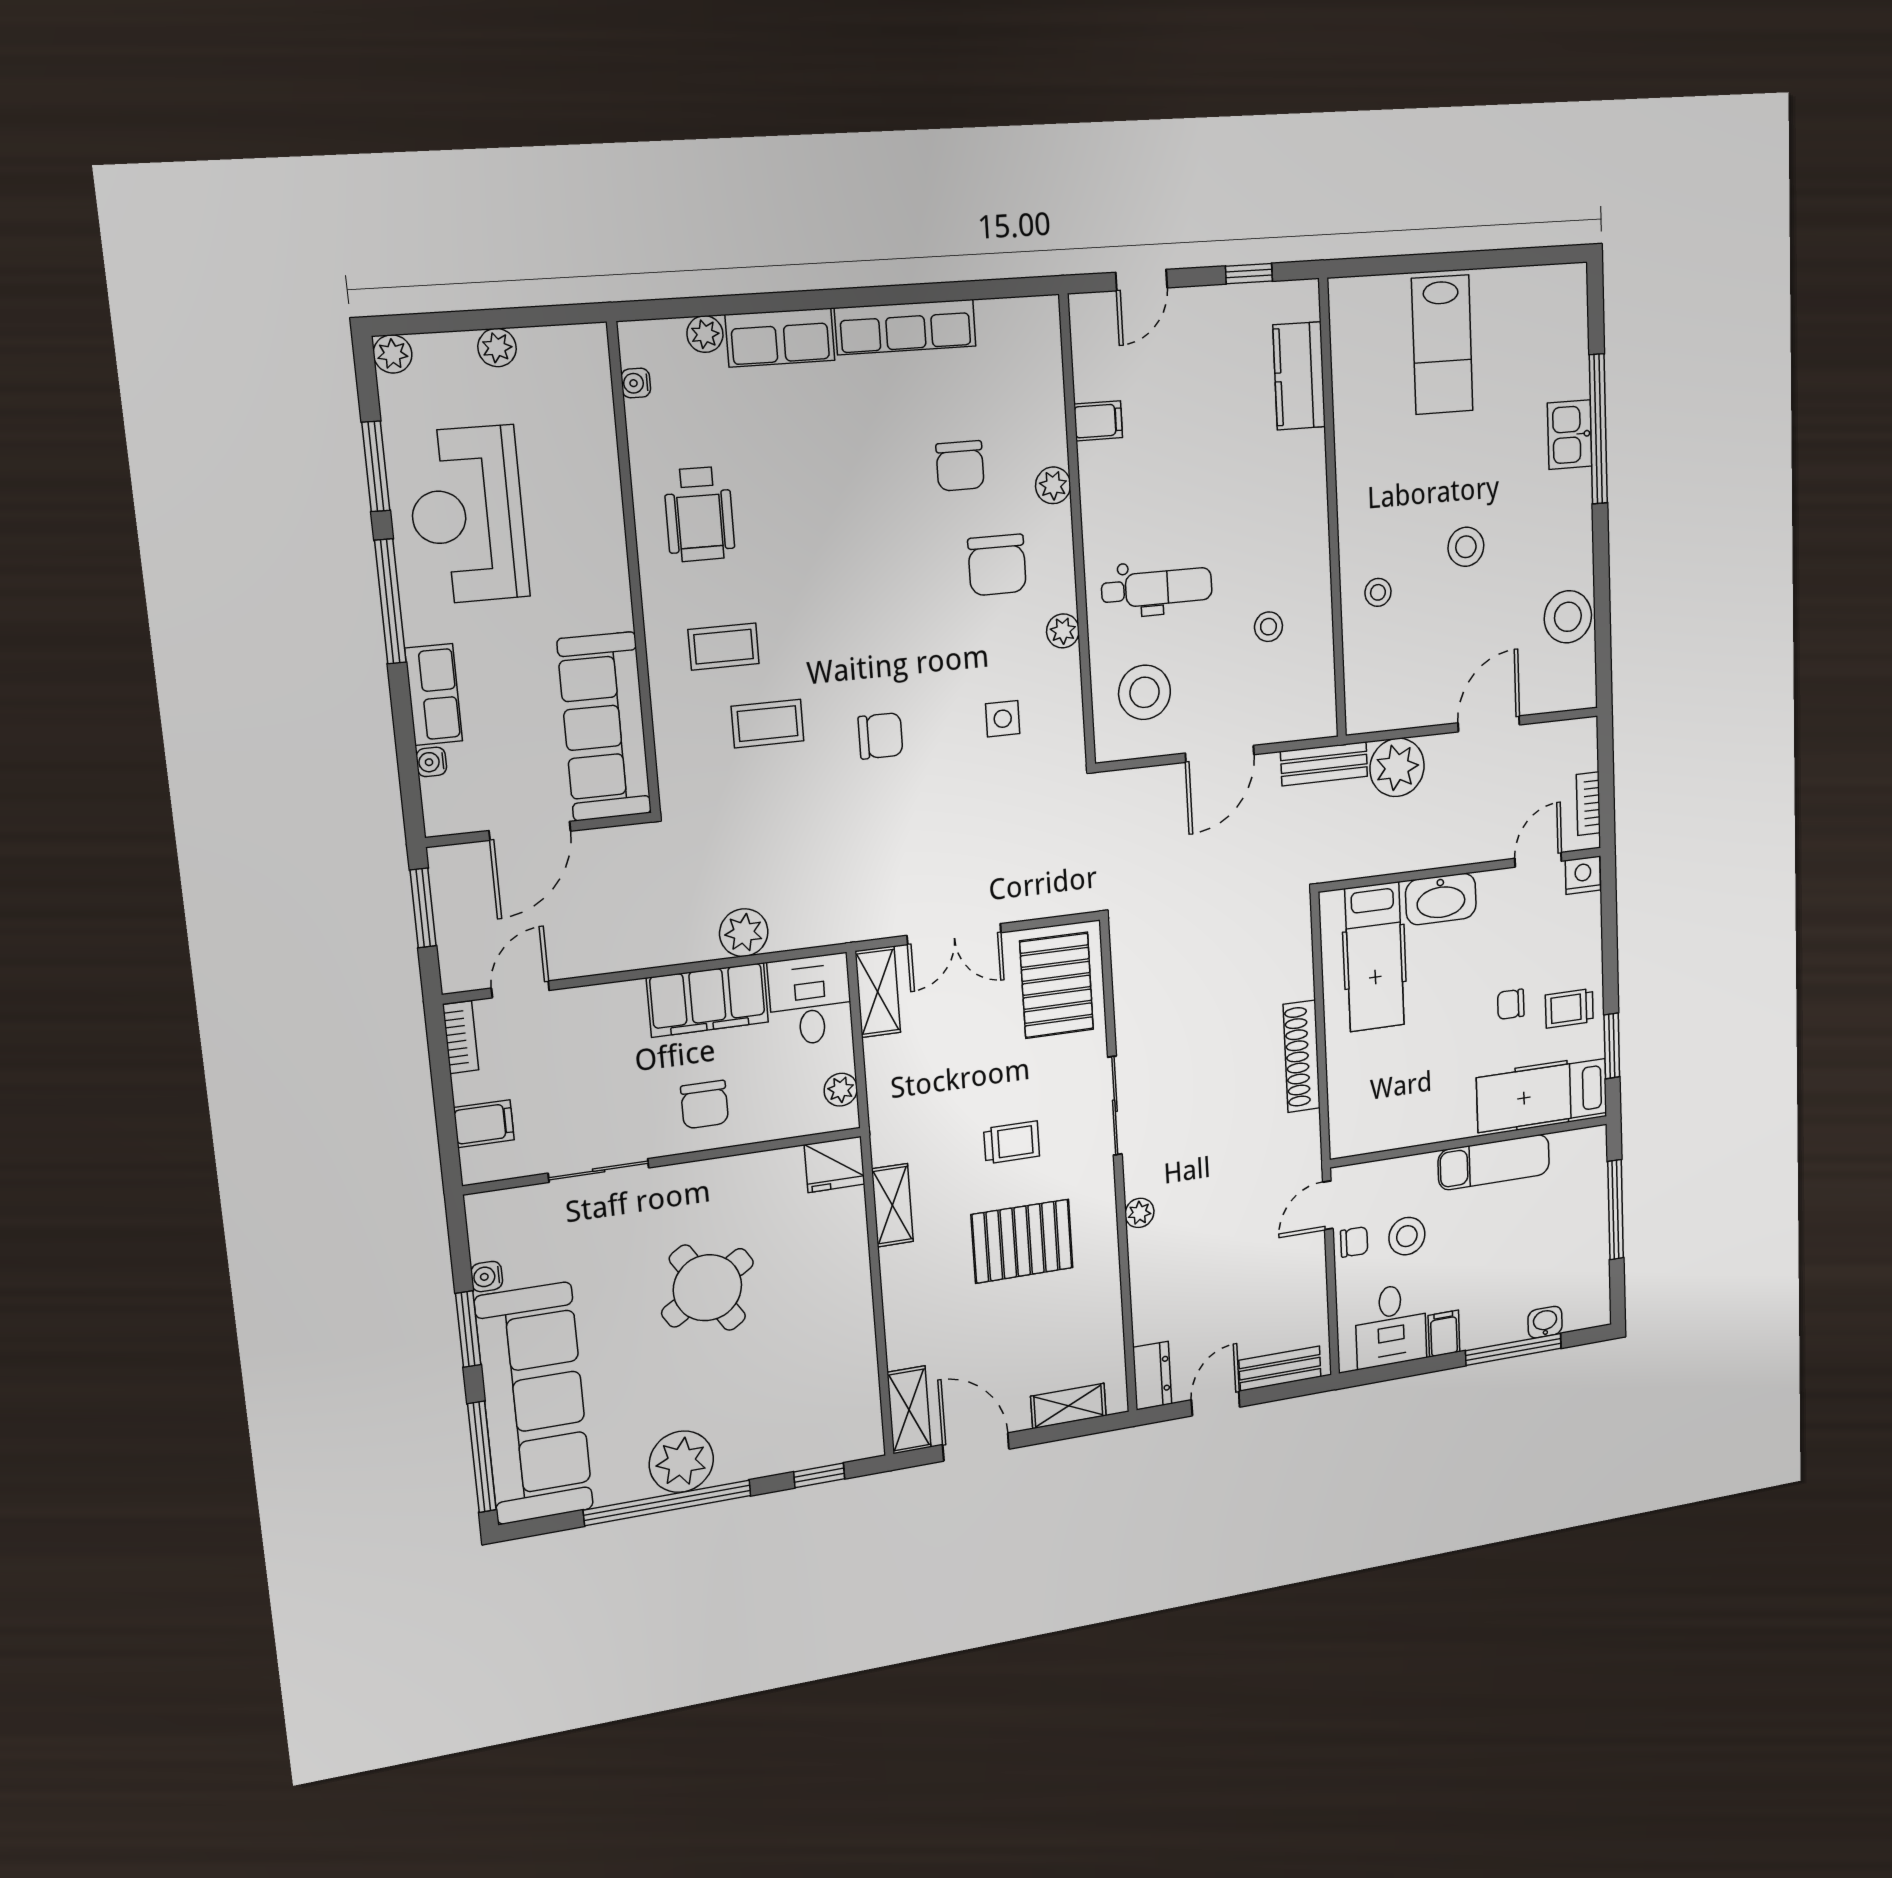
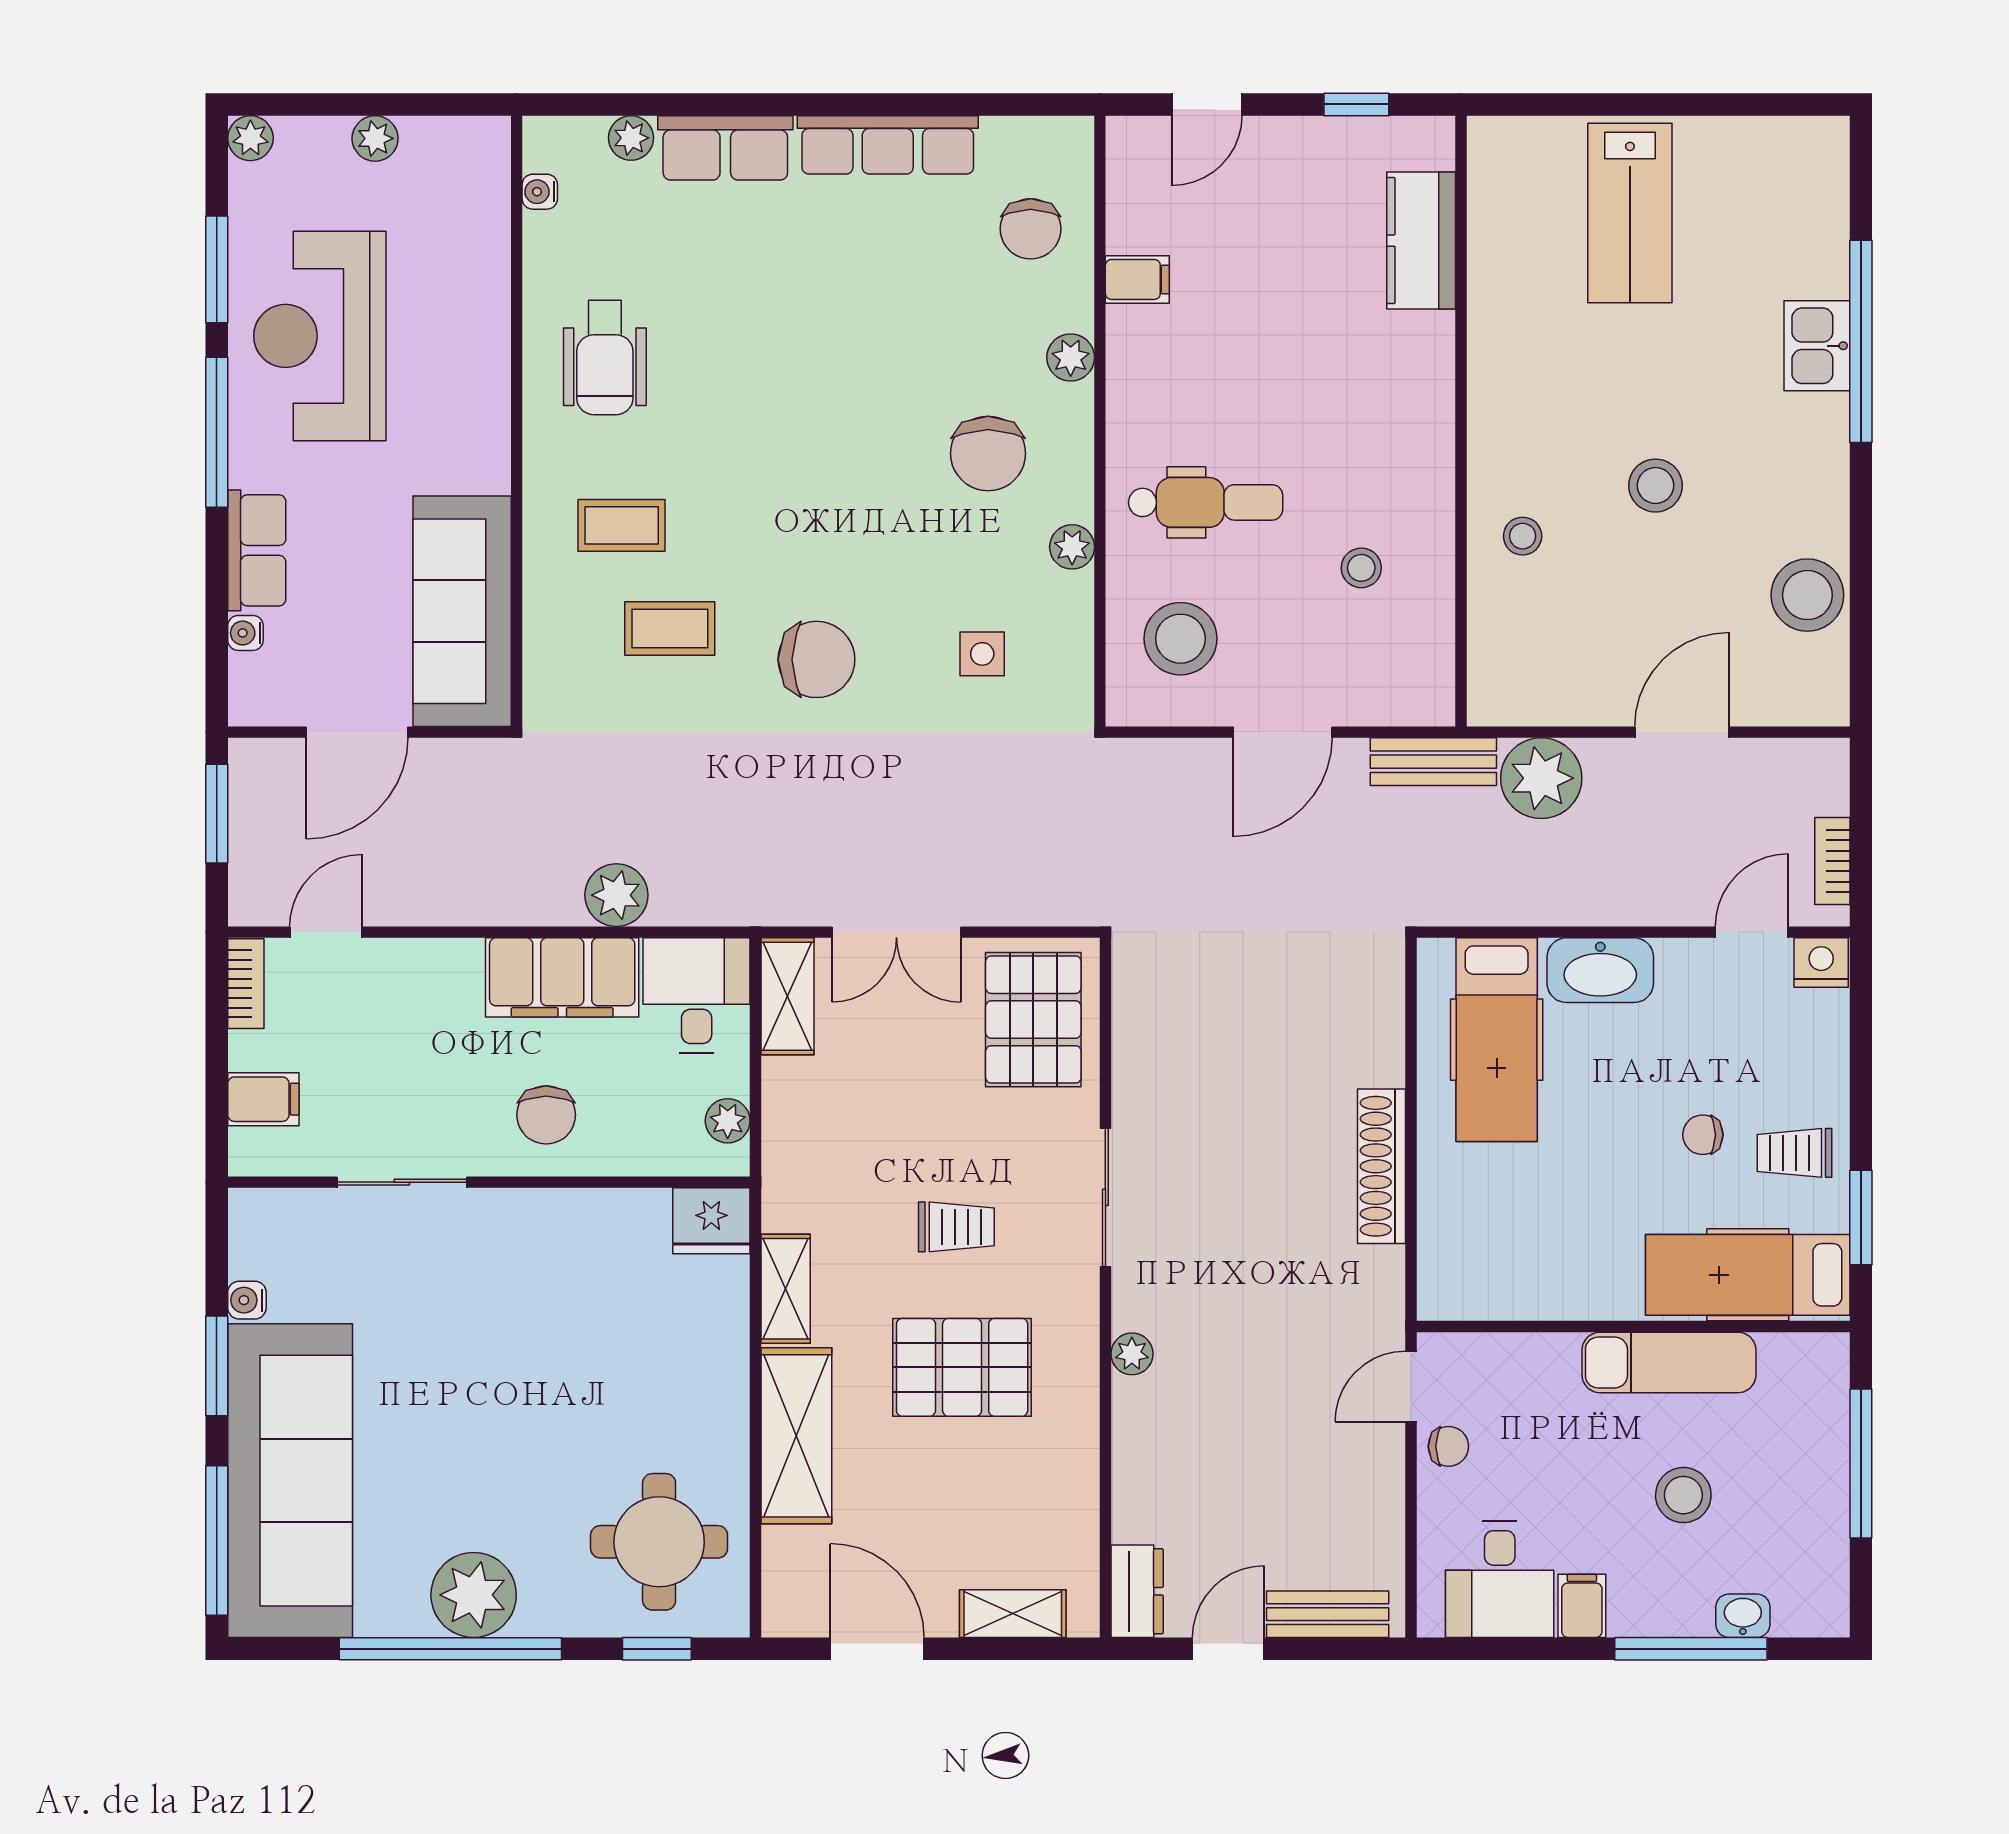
chair: (960, 466) -> (1031, 229), moved
chair: (881, 736) -> (816, 659), width x1.37, depth x1.37
stool: (1407, 1236) -> (1683, 1495), moved
round table: (707, 1288) -> (659, 1542), moved, turned 32
shelving: (909, 1410) -> (796, 1436), moved, width x1.50, depth x1.33

